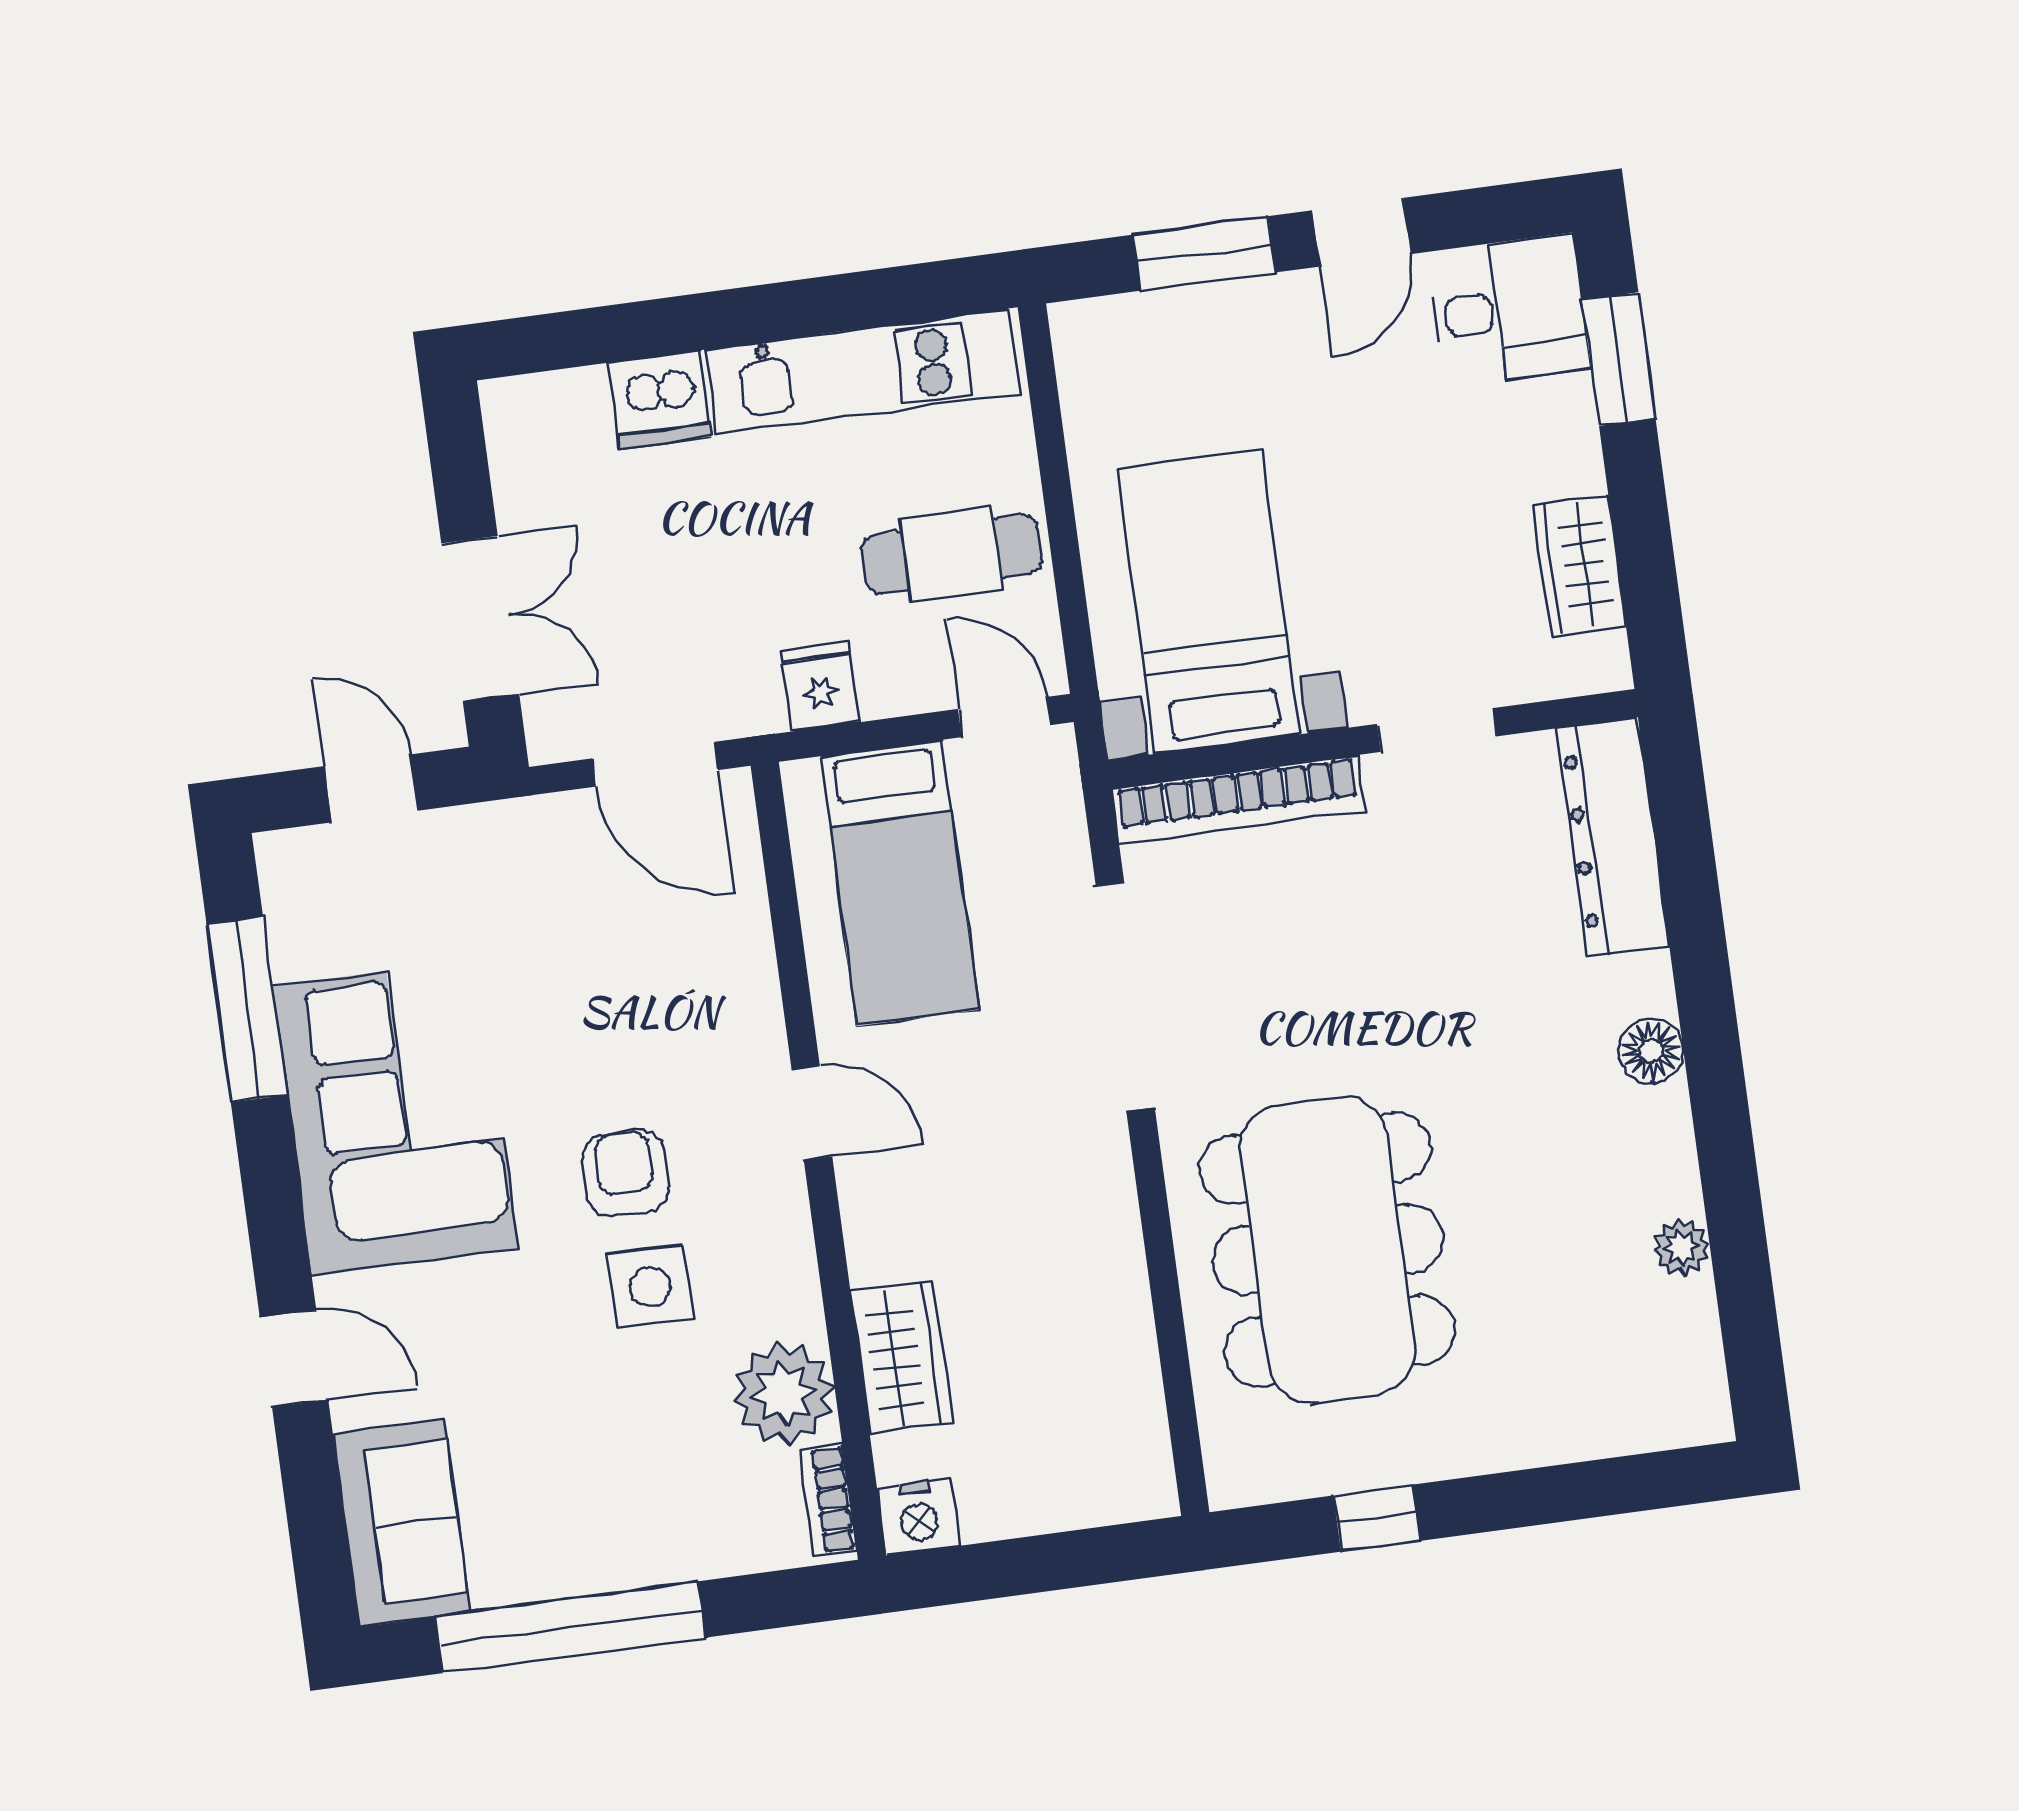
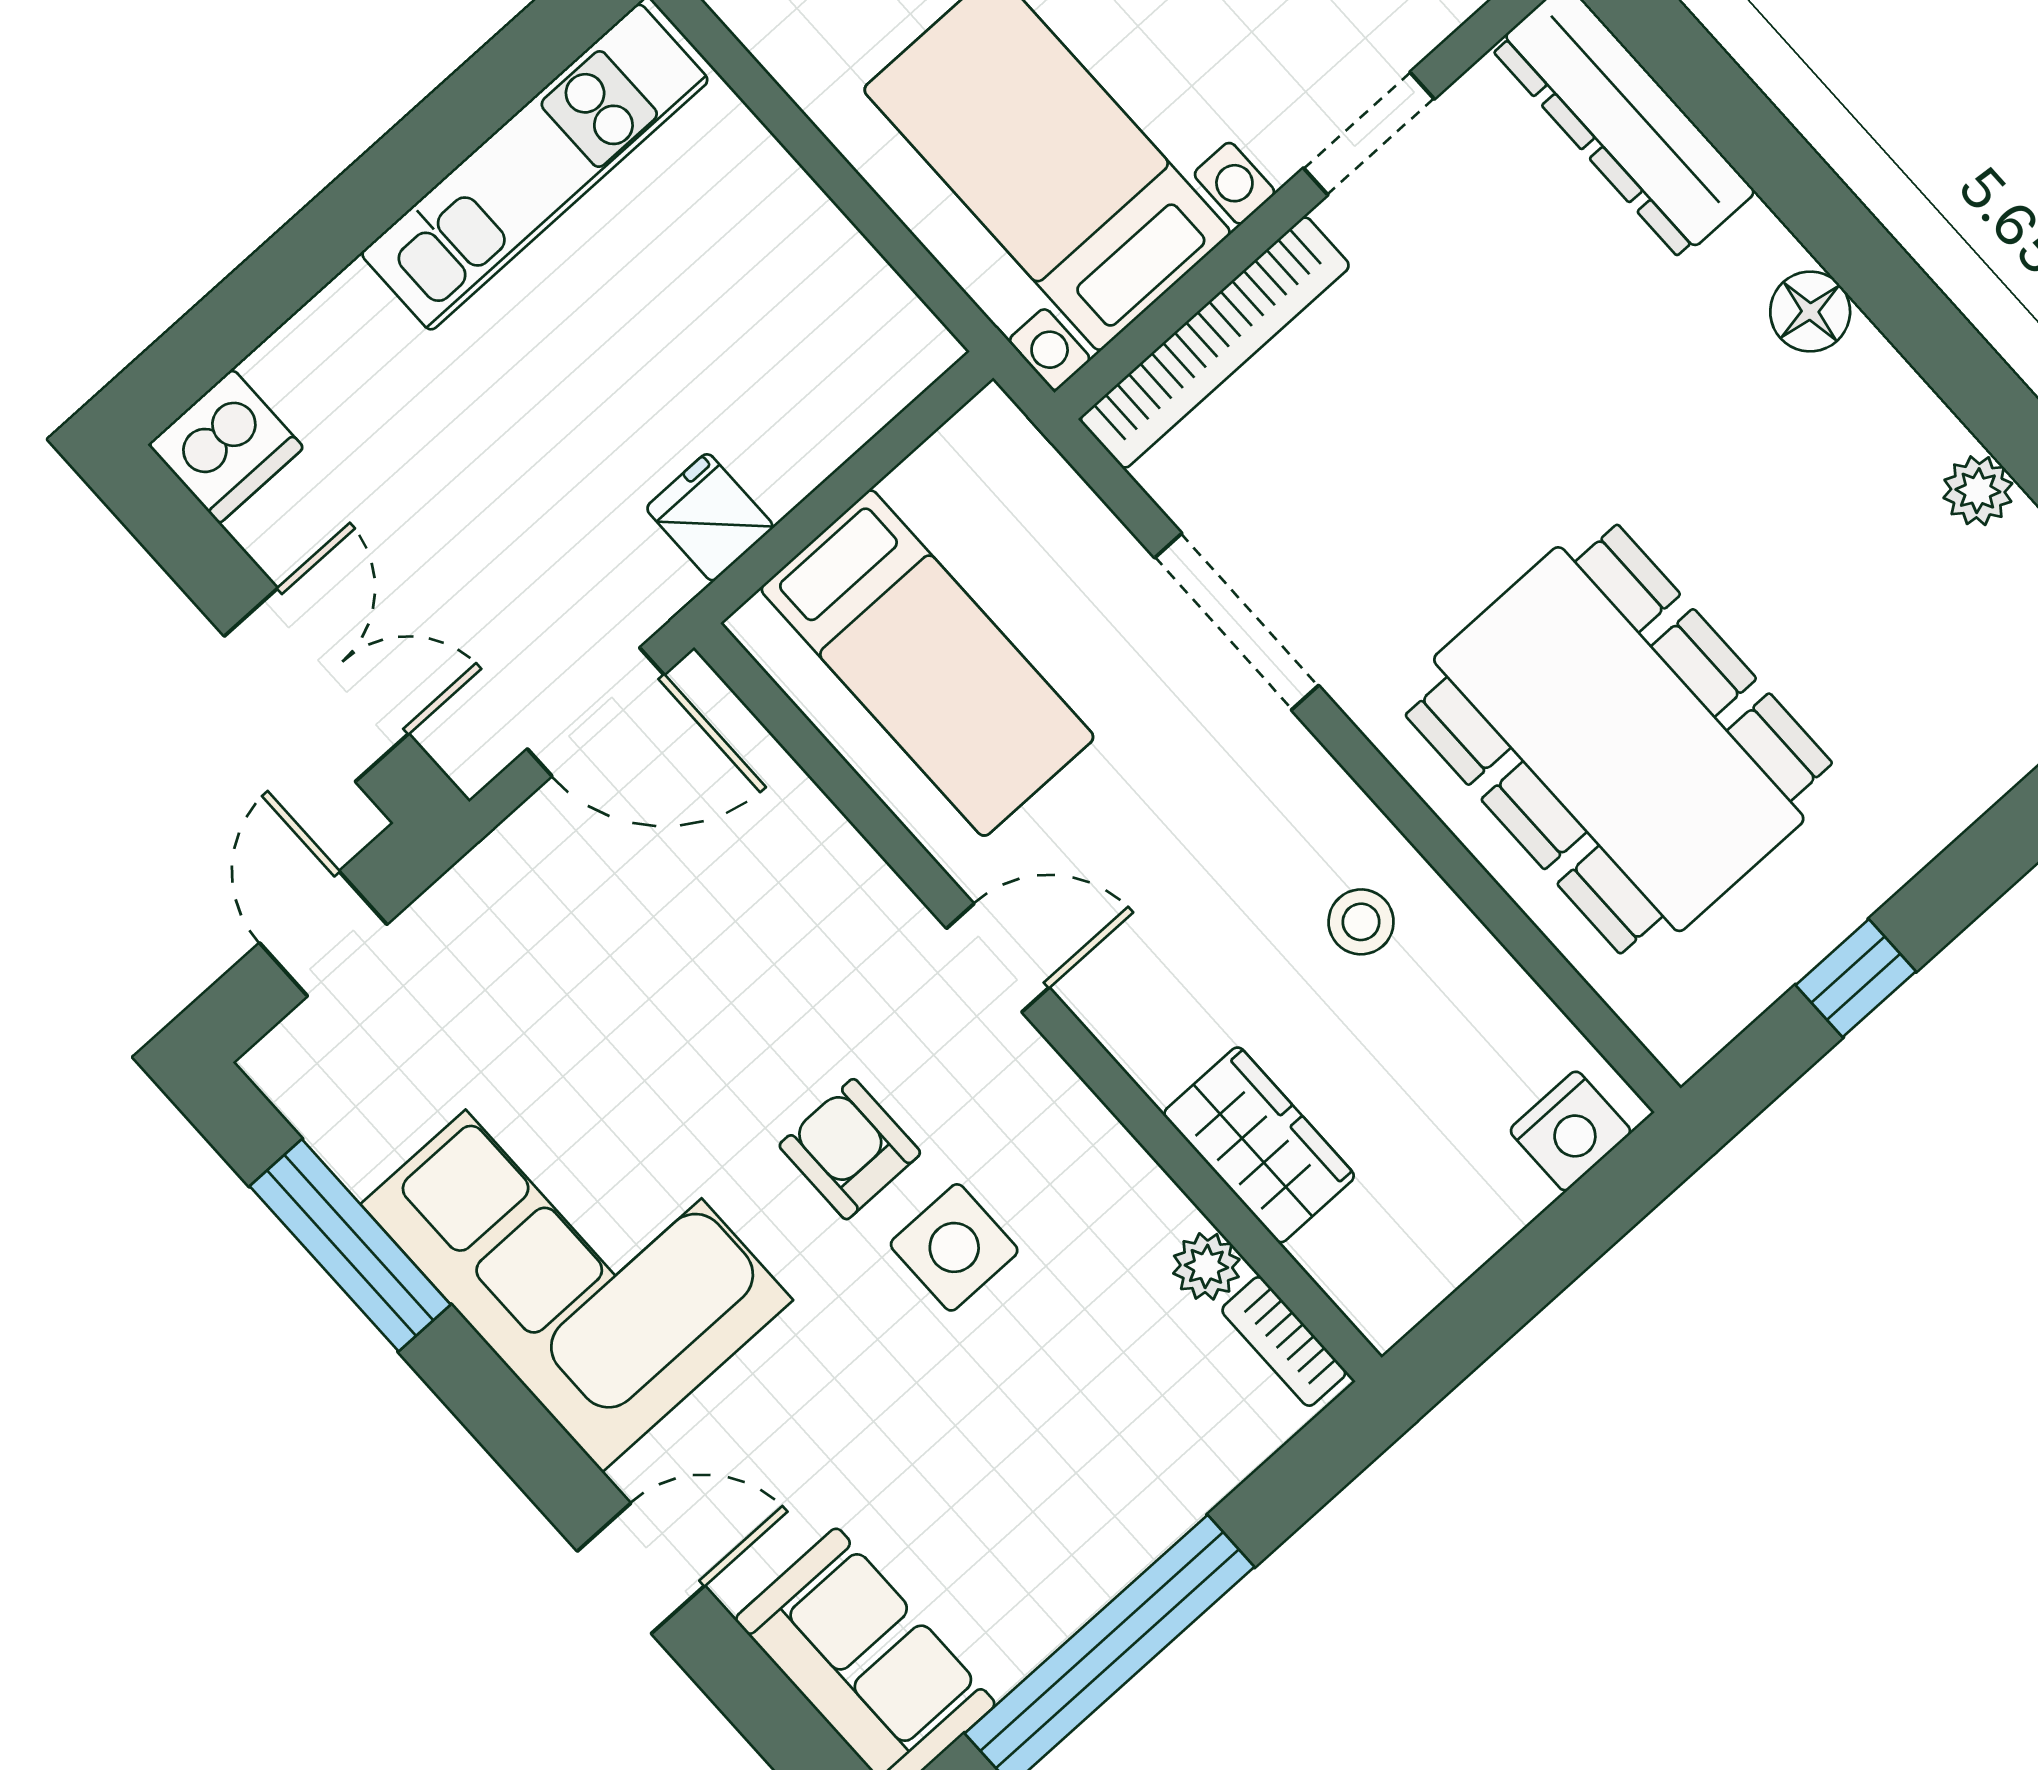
dishwasher: (660, 400) -> (226, 446), moved
cafe table: (951, 554) -> (752, 292), removed
door: (1004, 717) -> (919, 421), removed
door: (371, 788) -> (323, 934), hinge flipped
doorway: (1125, 997) -> (1237, 622), width x0.73
stool: (1071, 1254) -> (1361, 922), added
plant: (783, 1394) -> (1206, 1266), width x0.53, depth x0.53
nightstand: (918, 1517) -> (1570, 1131), moved

